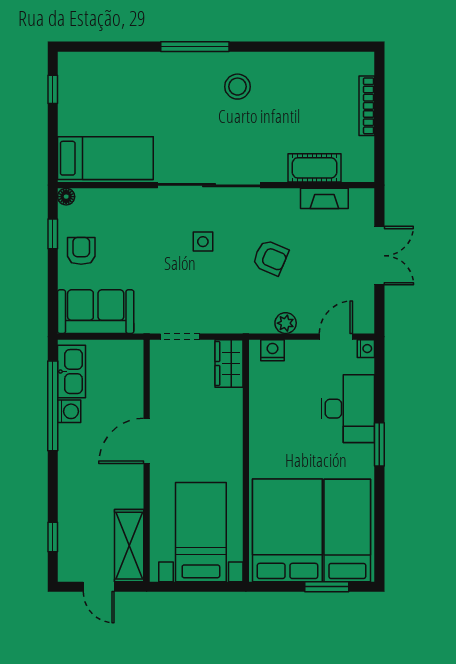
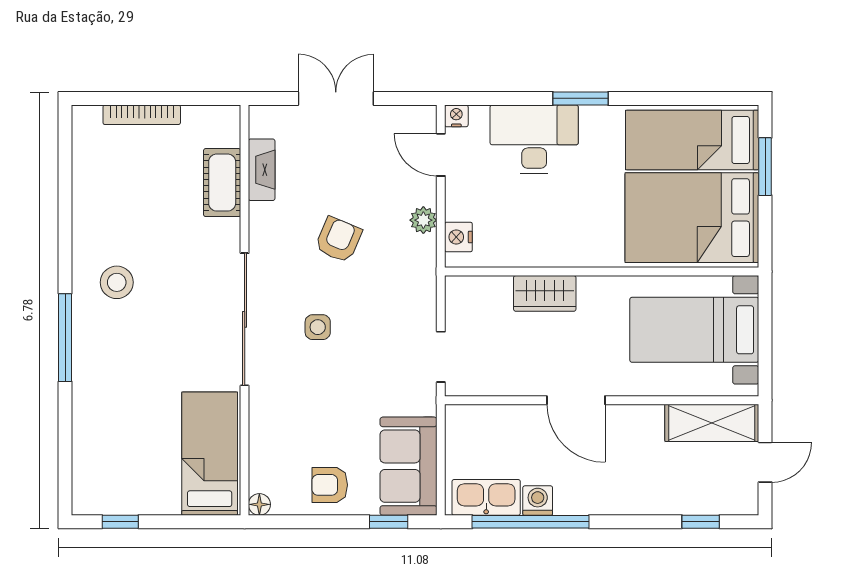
window: (53, 234) -> (389, 522), moved
wardrobe: (229, 363) -> (545, 293), moved

